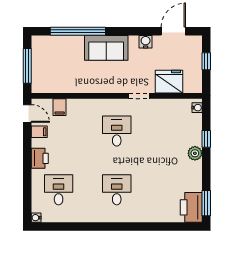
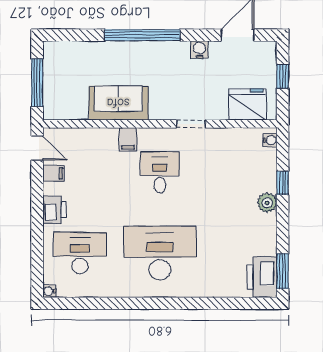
window: (78, 31) -> (142, 35), moved
sofa: (106, 48) -> (118, 103), moved, turned 180
fridge: (169, 82) -> (247, 104), moved
filing cabinet: (60, 107) -> (128, 139), moved
desk: (59, 190) -> (80, 253), width x1.37
desk: (117, 190) -> (160, 253), width x1.87, depth x1.30

